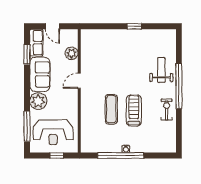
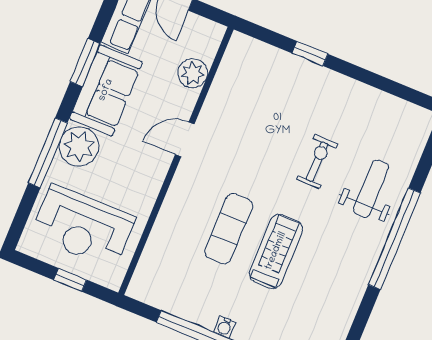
window: (134, 26) -> (310, 54), moved
window: (27, 54) -> (85, 63), moved
exercise bike: (167, 109) -> (317, 162), moved
window: (27, 126) -> (48, 153), moved

